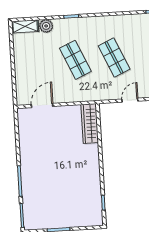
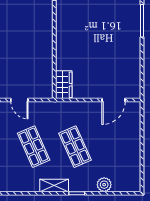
shelving: (25, 26) -> (54, 185), moved
door: (130, 100) -> (19, 100), hinge flipped
wardrobe: (90, 124) -> (64, 85), width x0.67

